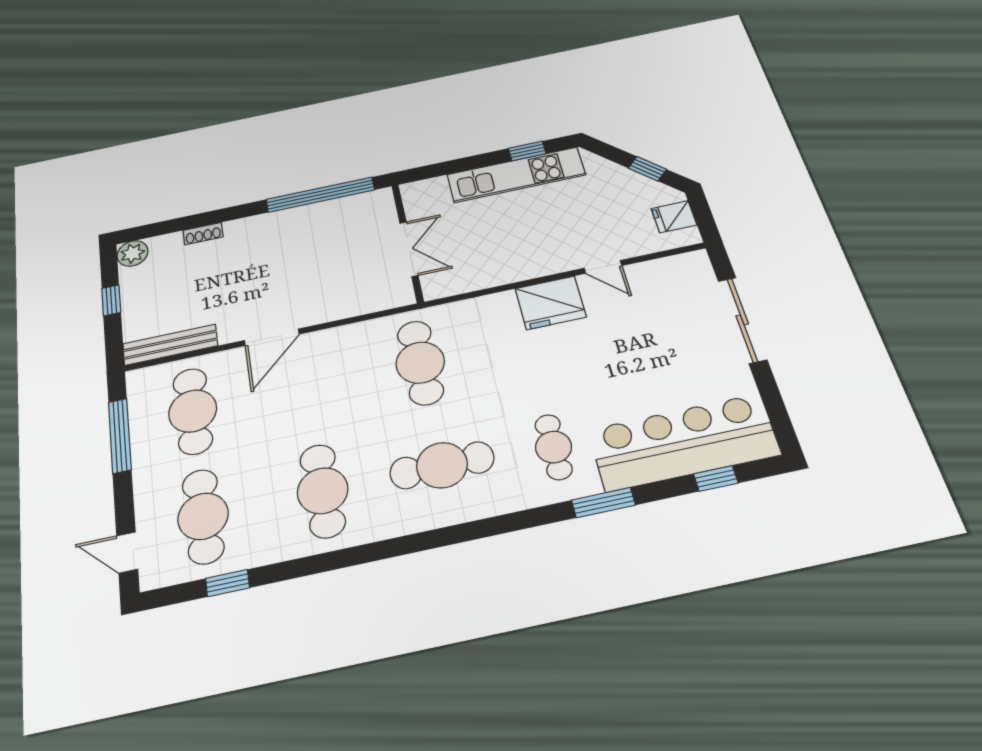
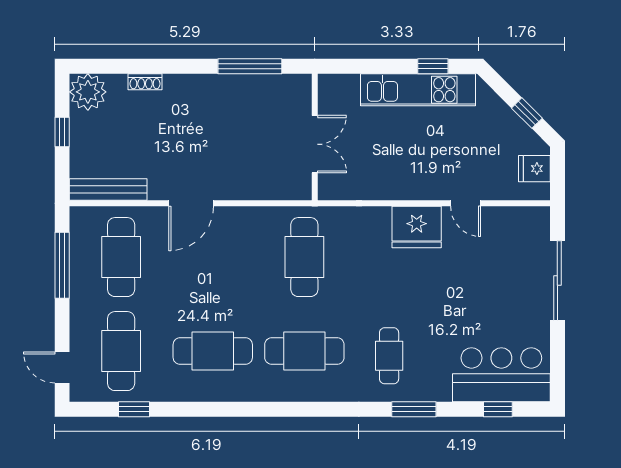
window: (320, 195) -> (250, 66), width x0.68
plant: (133, 253) -> (88, 92), width x1.36, depth x1.36
bar counter: (684, 442) -> (501, 375), width x0.73
cafe table: (323, 491) -> (213, 351), turned 90

